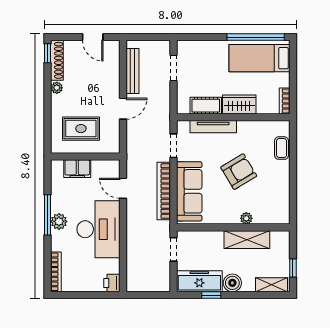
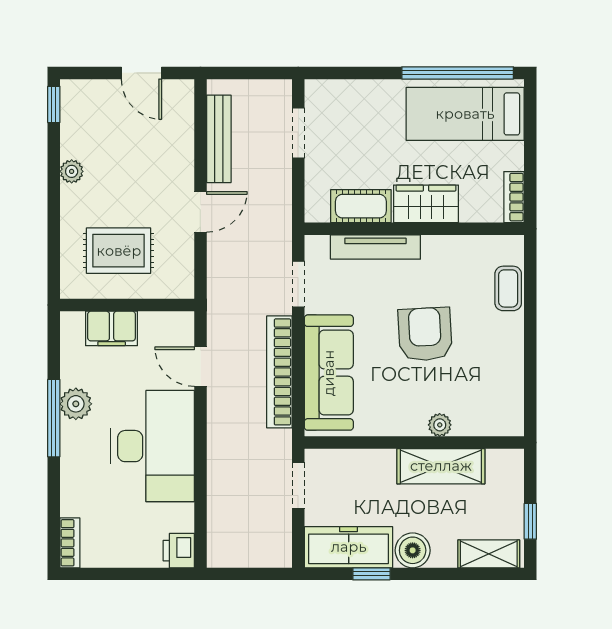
shoe rack: (57, 60) -> (72, 118), removed
armchair: (239, 172) -> (425, 334), turned -62
plant: (59, 221) -> (76, 404), moved
bookcase: (56, 272) -> (70, 543), width x0.64

